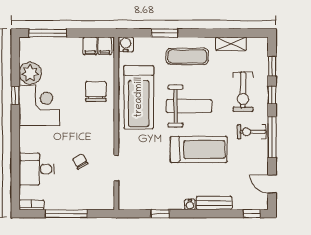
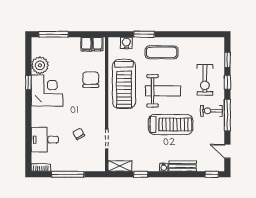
water cooler: (126, 44) -> (126, 43), moved
shelving: (231, 44) -> (120, 166), moved

